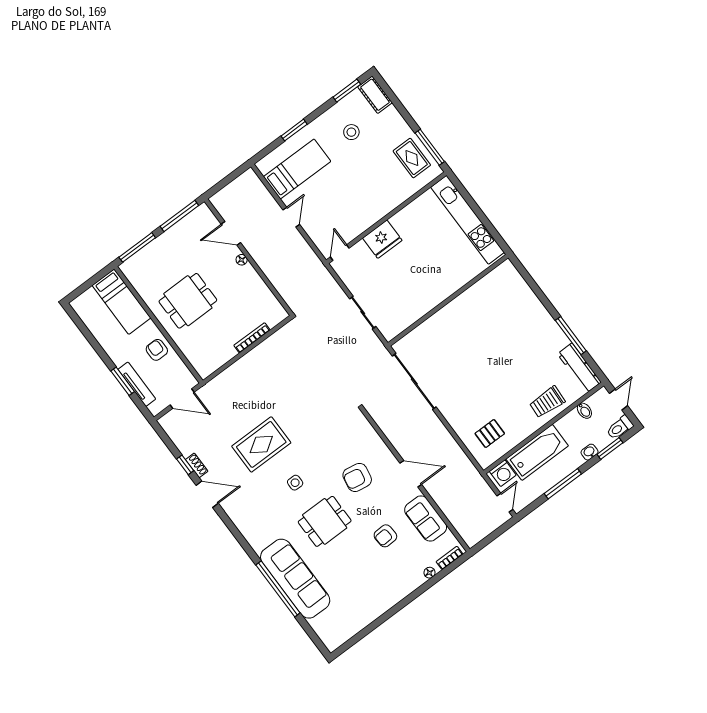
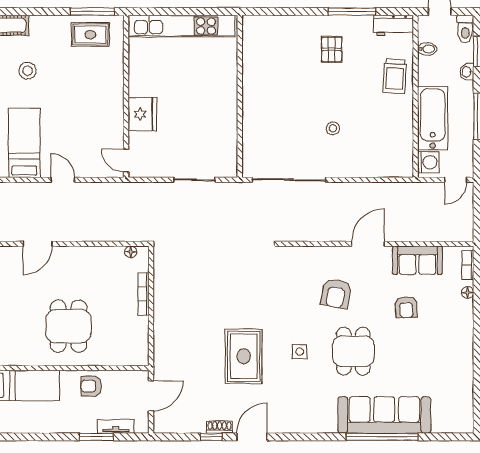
floor lamp: (242, 260) -> (131, 252), moved
workbench: (579, 368) -> (393, 25), width x0.73
tv unit: (137, 384) -> (116, 426), width x0.71
stool: (476, 385) -> (333, 128), added
pallet: (490, 434) -> (332, 49), moved
door: (505, 503) -> (456, 180), swing flipped

